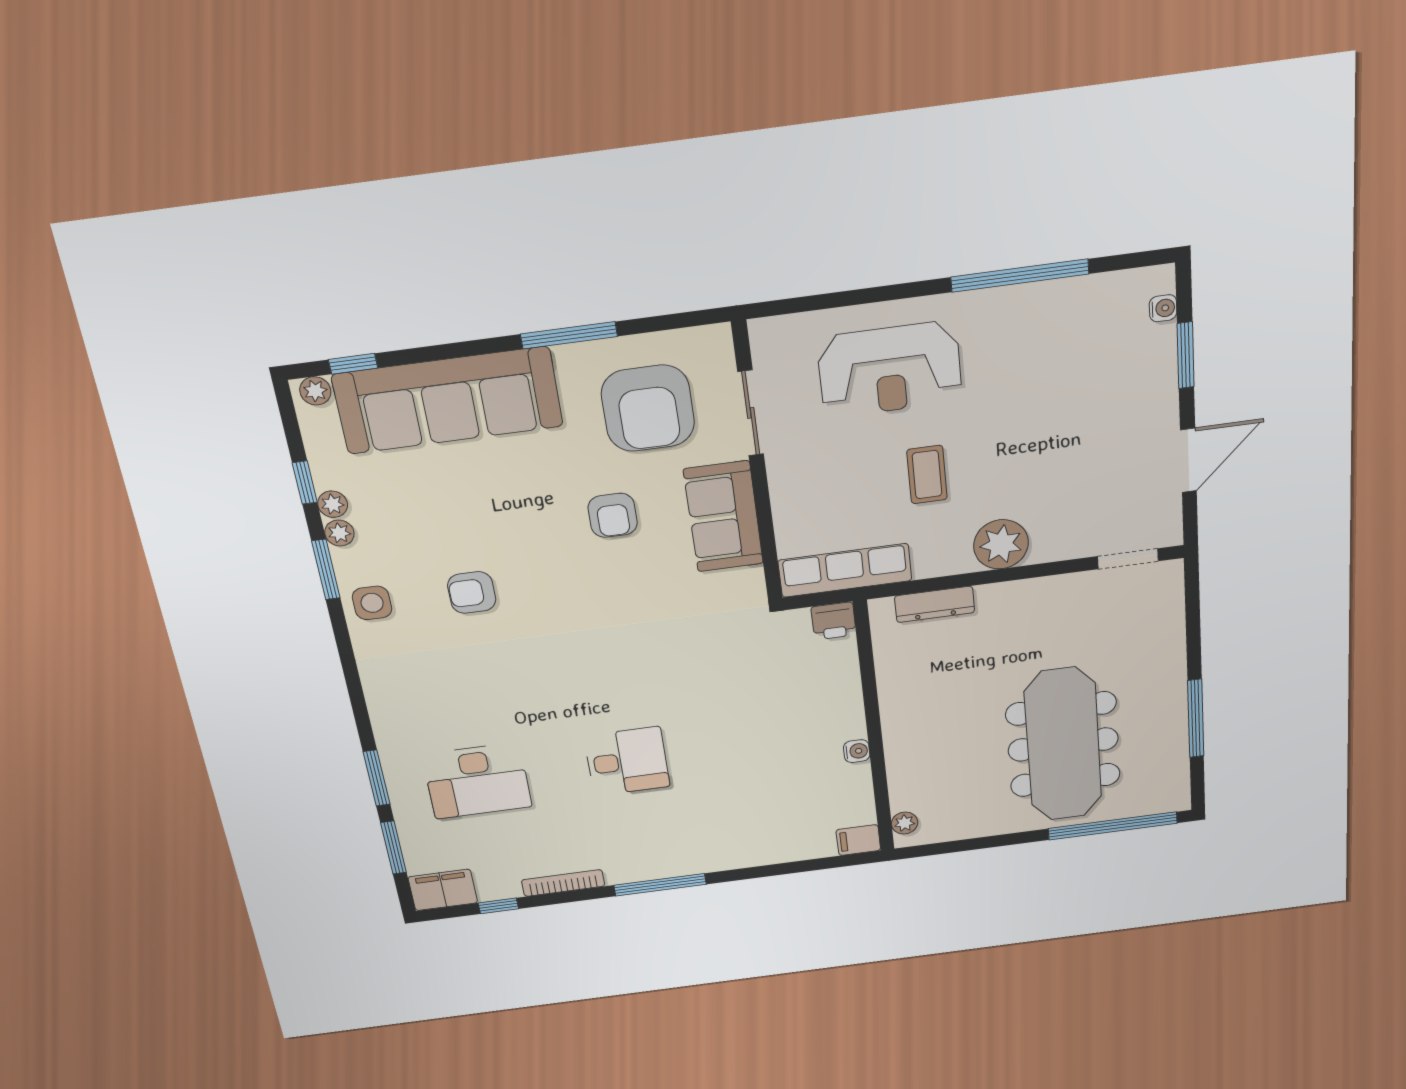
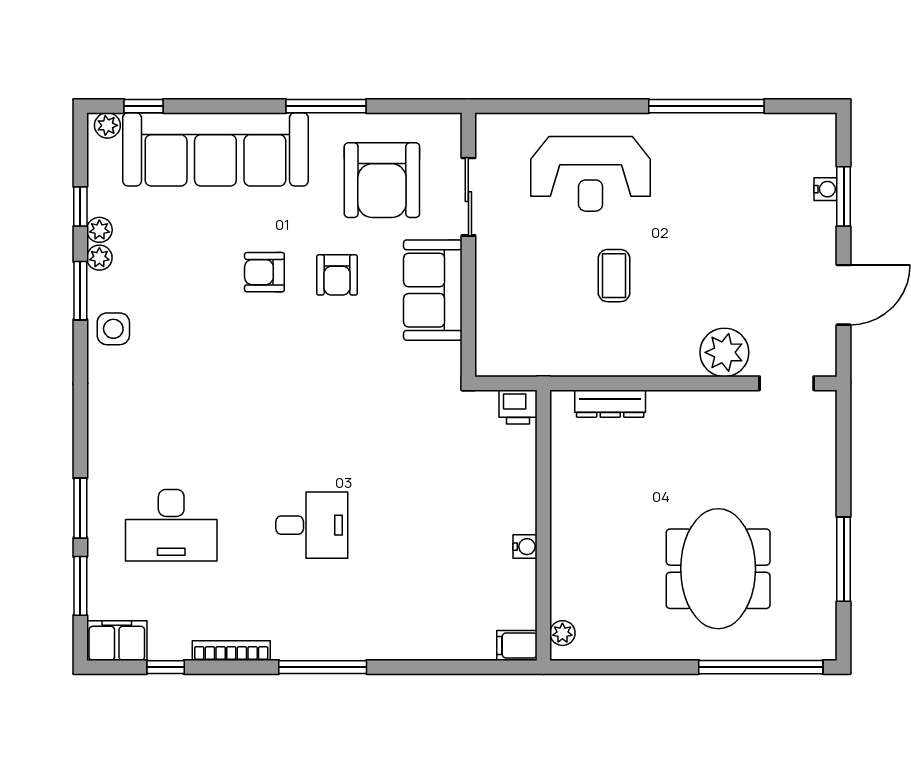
water cooler: (1163, 308) -> (826, 189), moved
plant: (1001, 544) -> (724, 352), moved
row of seats: (845, 570) -> (533, 358), removed
armchair: (472, 593) -> (264, 272), moved
meeting table: (1063, 744) -> (718, 569), width x0.73

